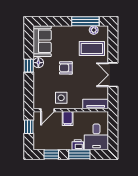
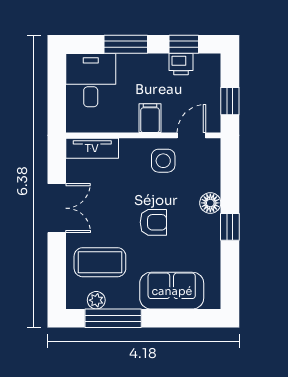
sofa: (42, 41) -> (172, 291), moved, turned 90
floor lamp: (38, 63) -> (210, 203), moved
printer: (78, 145) -> (181, 64), moved

